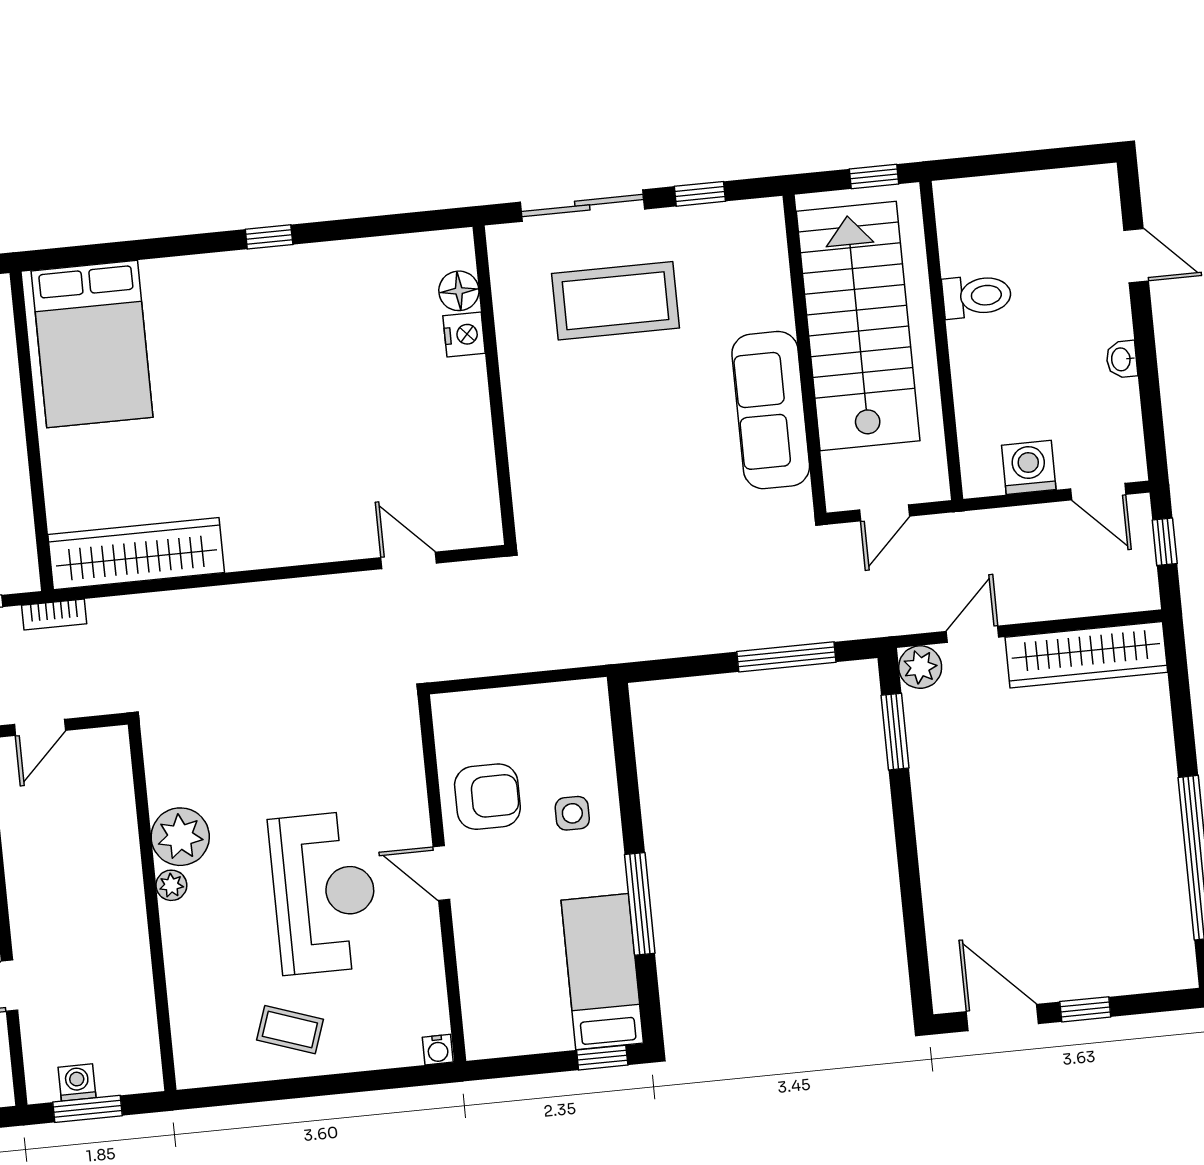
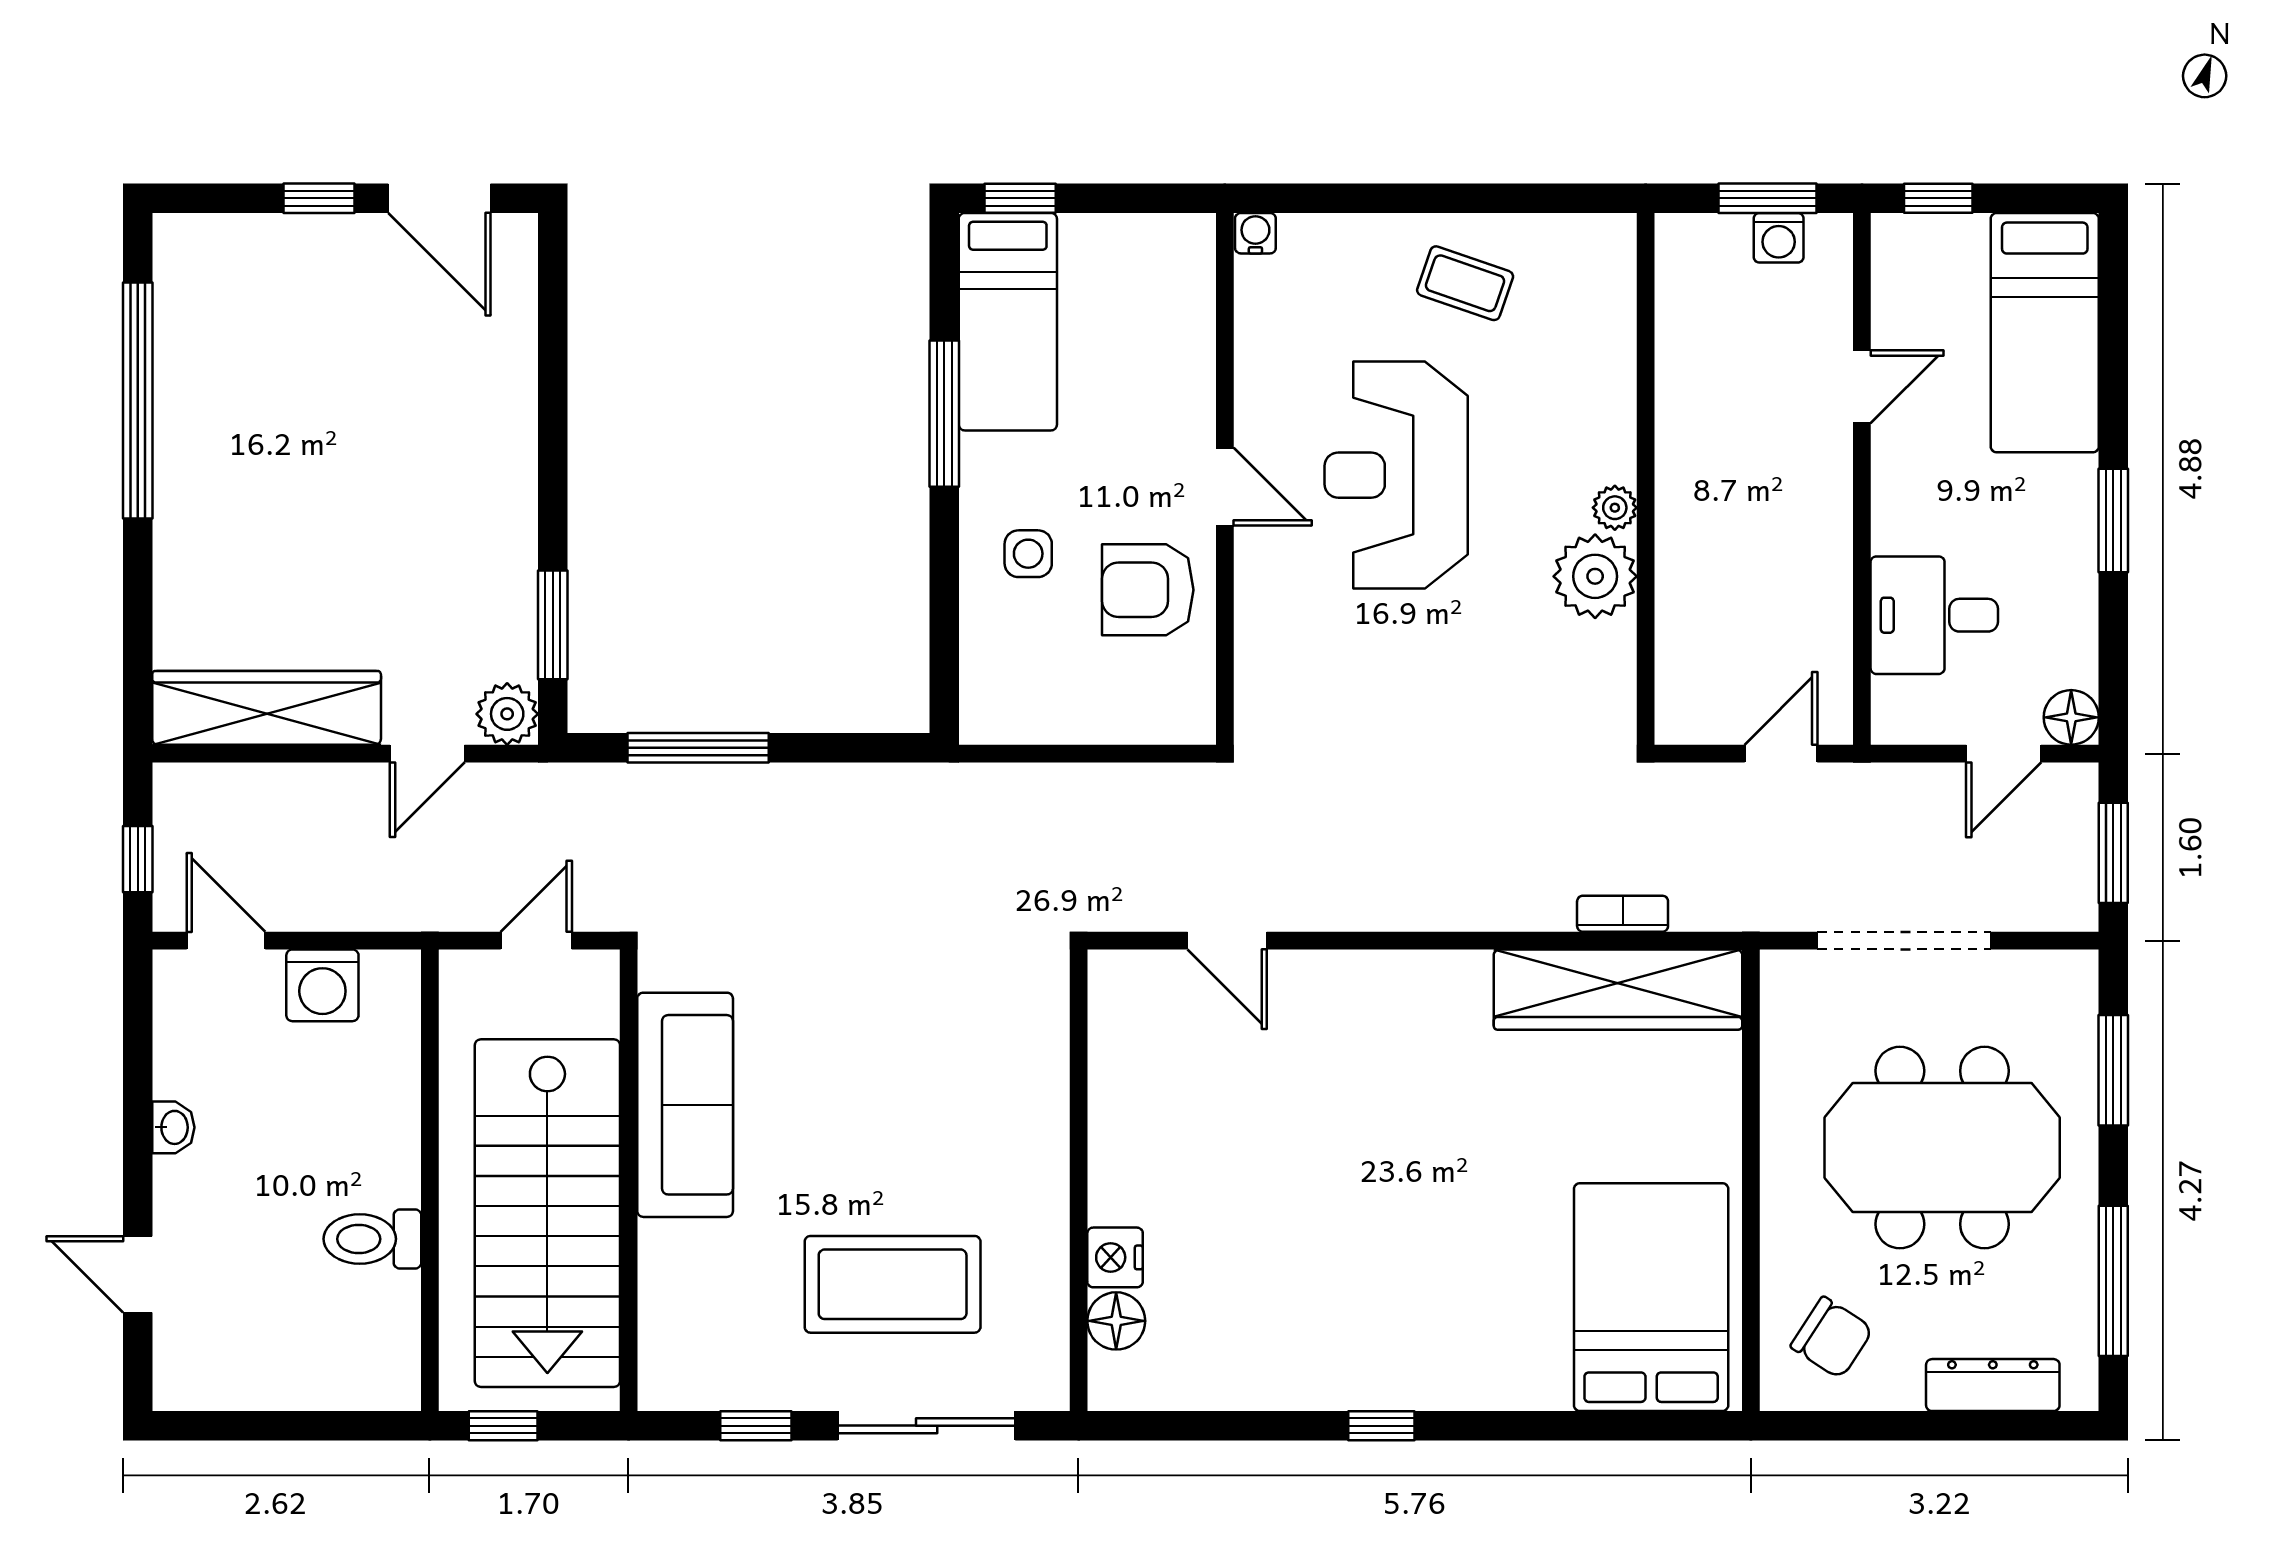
bookcase: (54, 615) -> (1623, 914), moved

